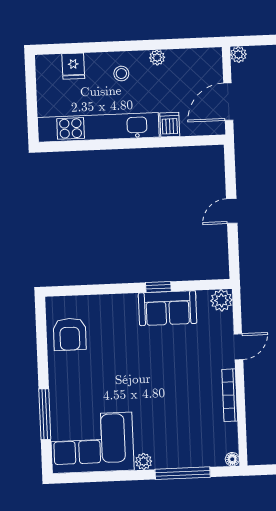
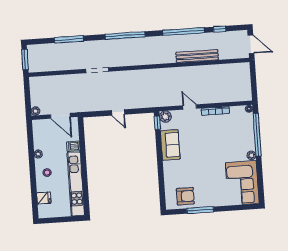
window: (158, 287) -> (157, 123), moved
window: (45, 414) -> (200, 210), moved
window: (183, 473) -> (257, 135), width x1.46

